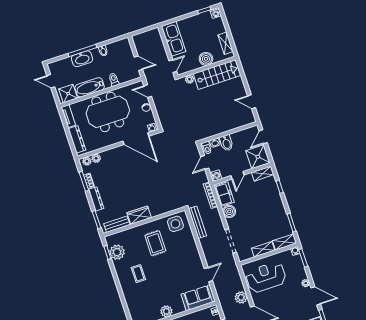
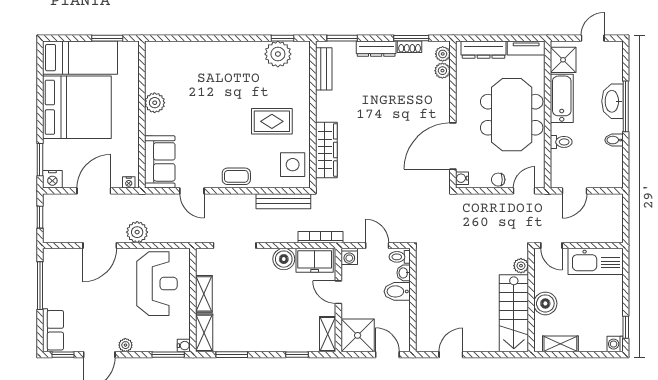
wardrobe: (139, 215) -> (326, 150), moved, width x1.50
coffee table: (138, 274) -> (236, 176), moved

